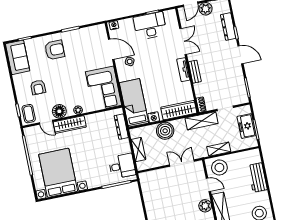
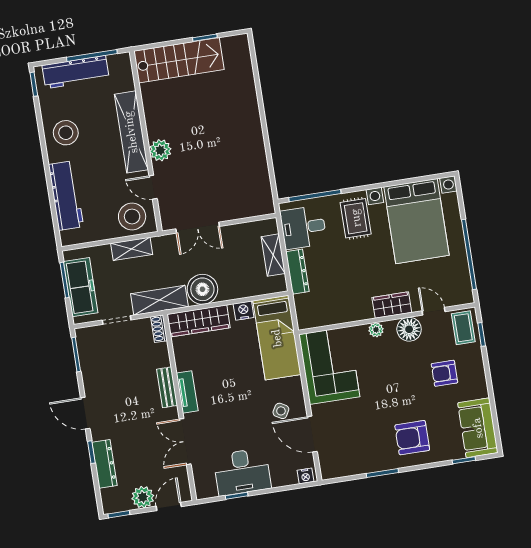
armchair: (38, 87) -> (444, 373), turned -90
wardrobe: (70, 125) -> (392, 305), width x0.67
freezer: (247, 126) -> (81, 287), width x1.40
dresser: (121, 127) -> (297, 272), moved
boiler: (165, 131) -> (202, 289), moved
rug: (93, 173) -> (356, 218), added
workbench: (257, 177) -> (66, 196), width x1.37

